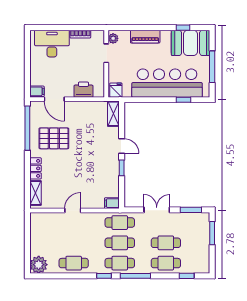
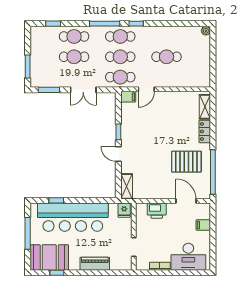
plant: (113, 38) -> (127, 262), removed
filing cabinet: (37, 91) -> (203, 225), moved
door: (73, 210) -> (146, 89), moved
cafe table: (74, 263) -> (167, 57), moved
plant: (39, 265) -> (206, 31), width x0.53, depth x0.53

